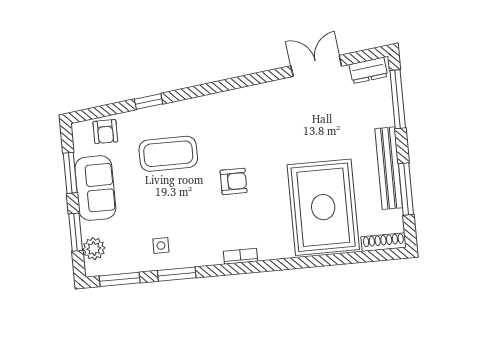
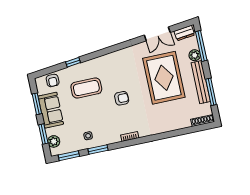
double door: (316, 66) -> (157, 34), swing flipped
plant: (383, 115) -> (195, 55), added
rug: (323, 207) -> (164, 78), moved

